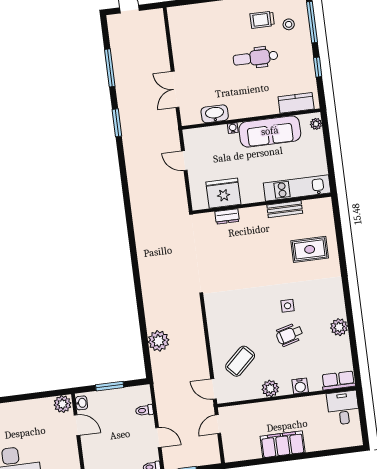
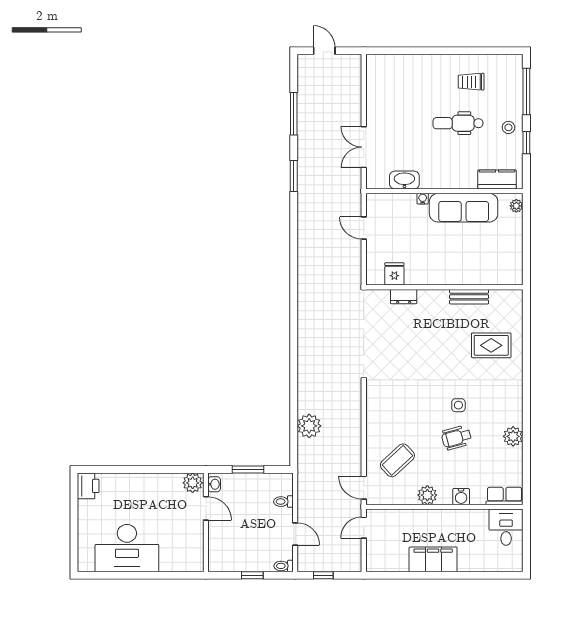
stool: (289, 24) -> (508, 127), moved
kitchen unit: (297, 188) -> (486, 275), removed
fridge: (223, 193) -> (394, 274), width x0.53, depth x0.75

